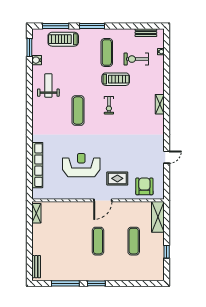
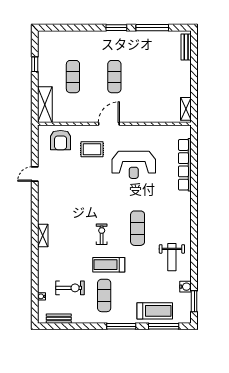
treadmill: (116, 79) -> (109, 265), moved

